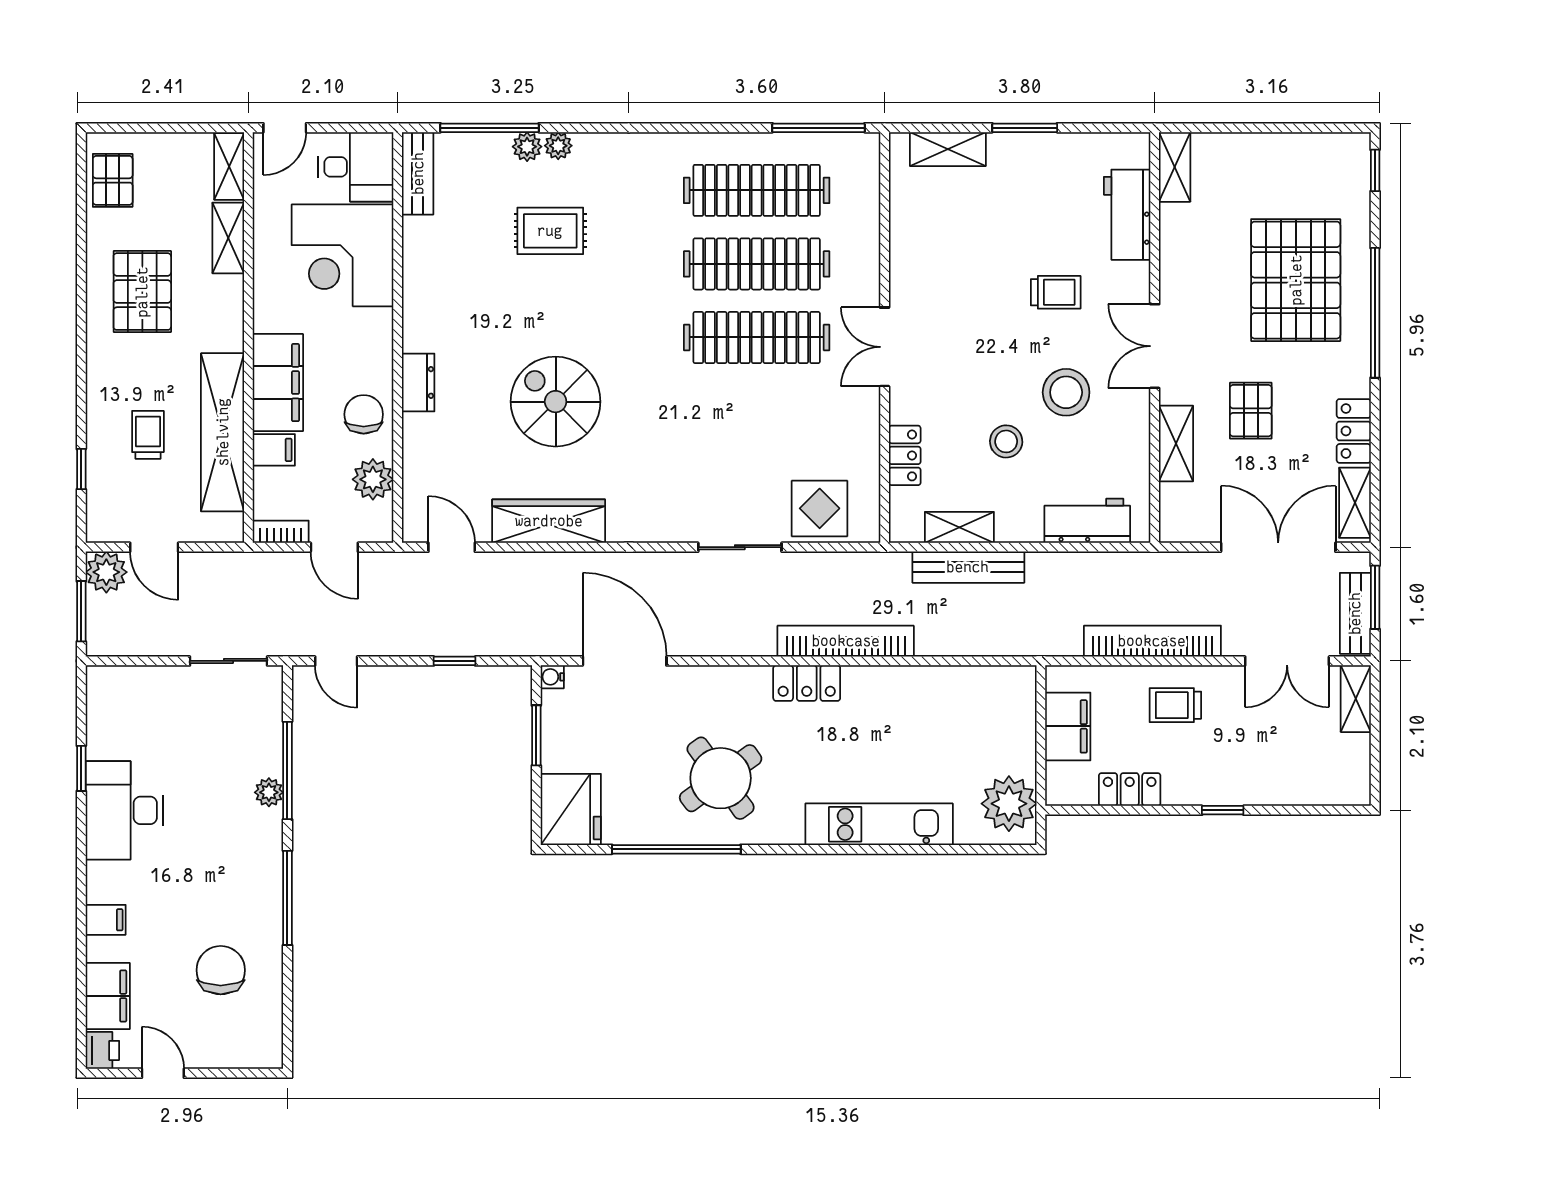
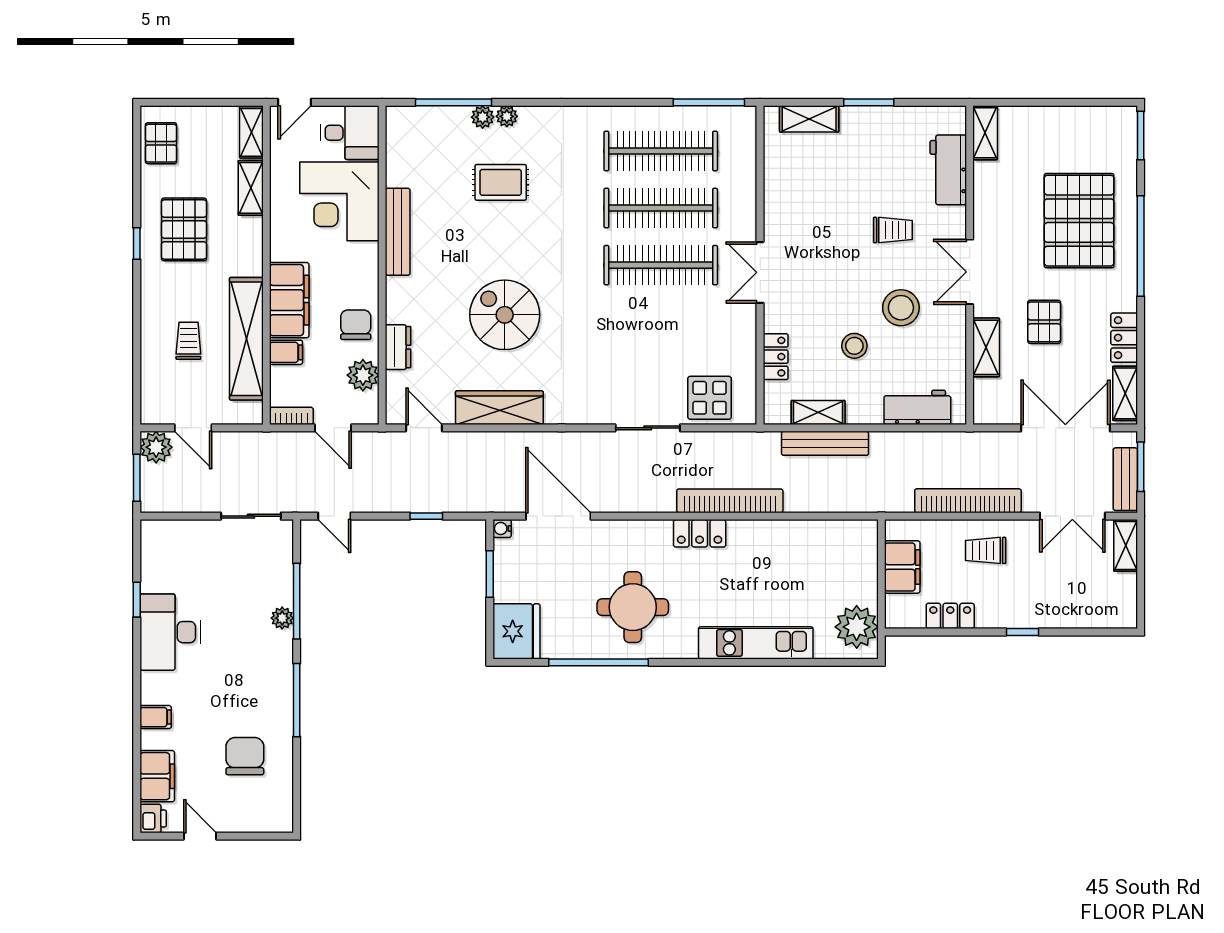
window: (1375, 170) -> (1141, 135), width x1.50
bench: (418, 173) -> (398, 232), moved, width x1.36
dresser: (418, 382) -> (398, 347), moved
window: (81, 469) -> (137, 244), moved
round table: (721, 778) -> (633, 607), turned 36

